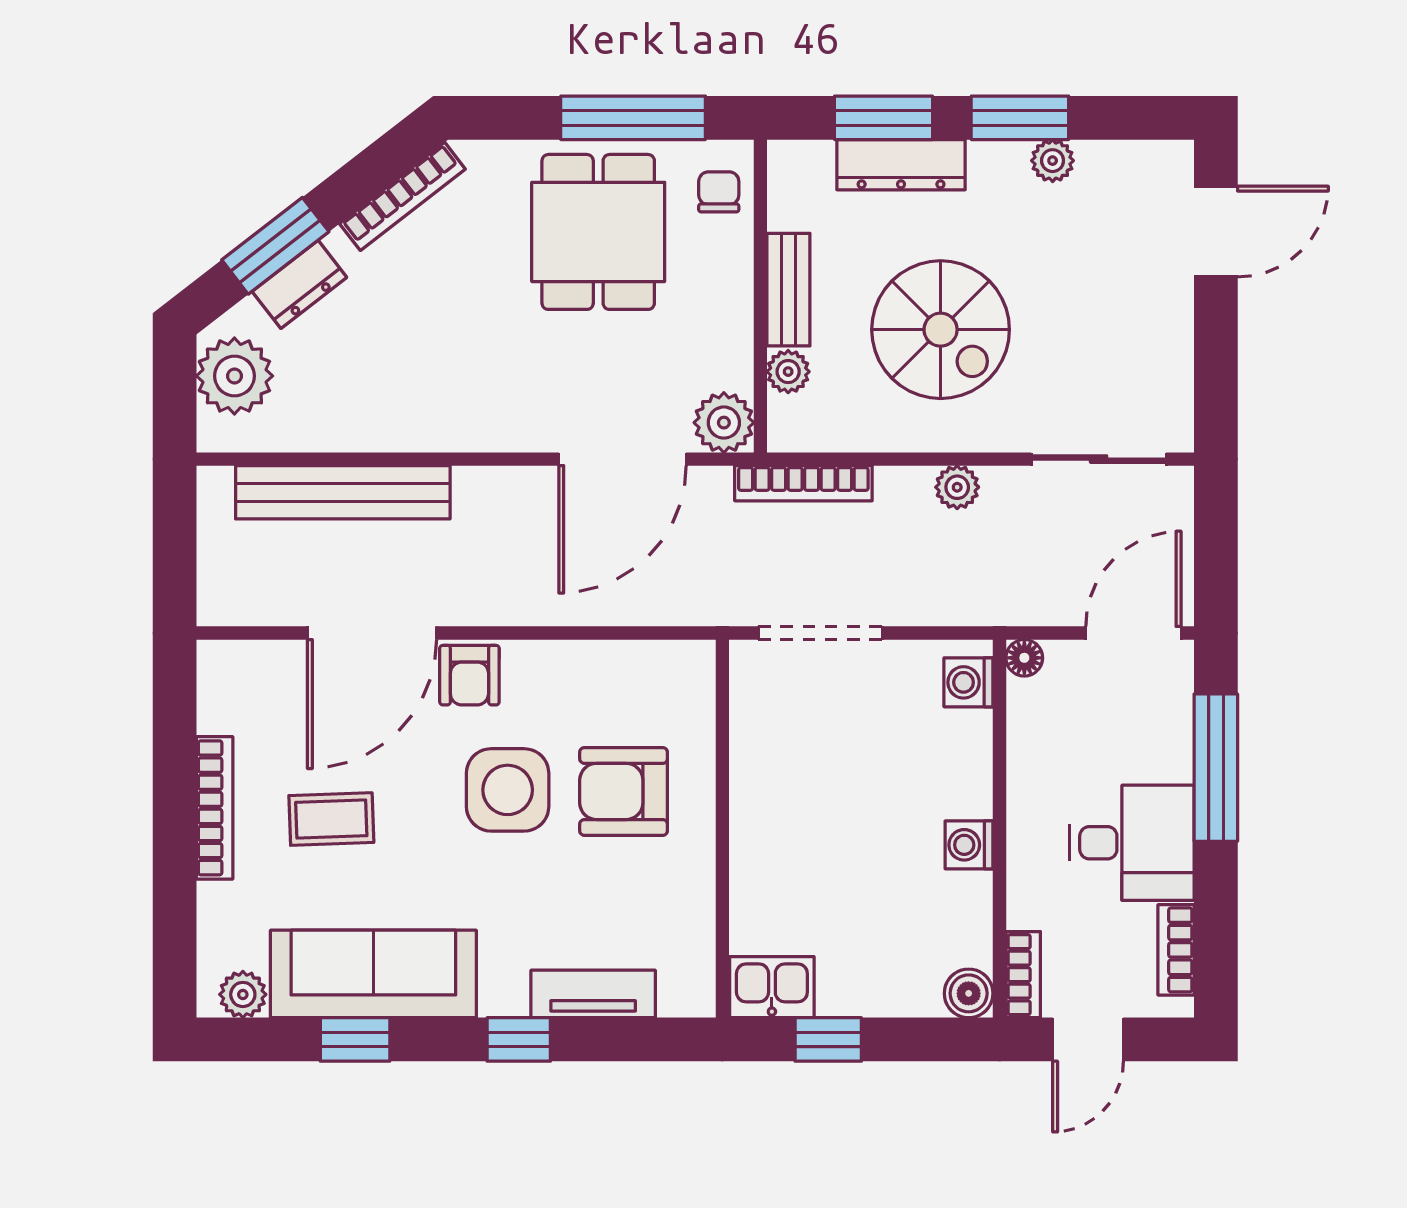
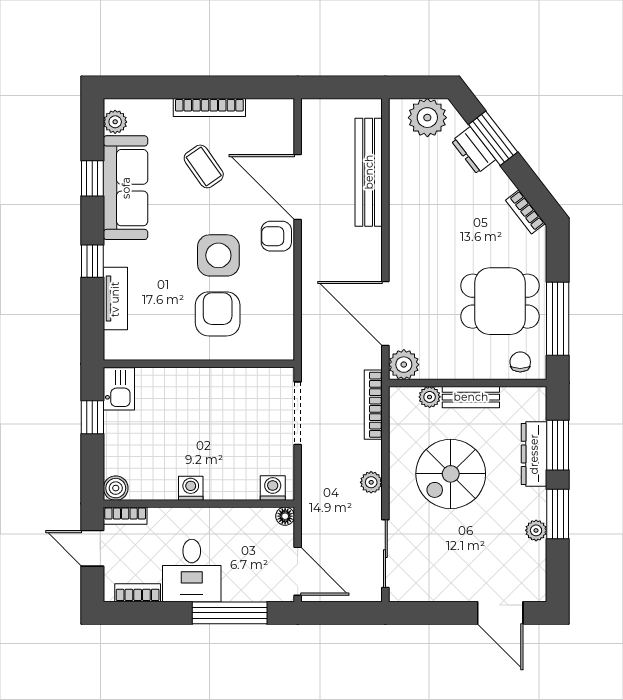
chair: (719, 192) -> (520, 362), turned -90
bookcase: (402, 196) -> (525, 212), width x0.64
coffee table: (331, 819) -> (204, 166), turned -33

